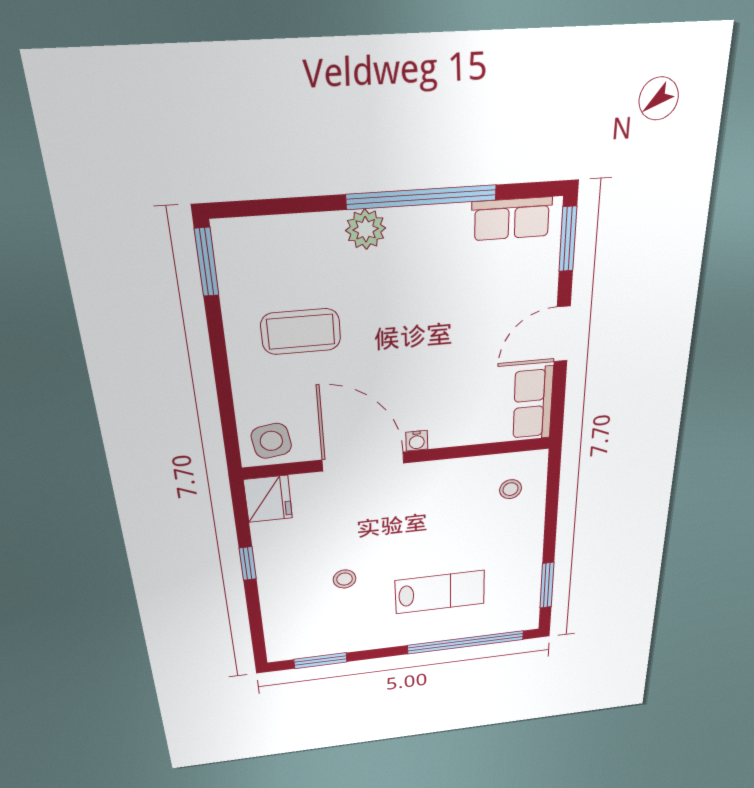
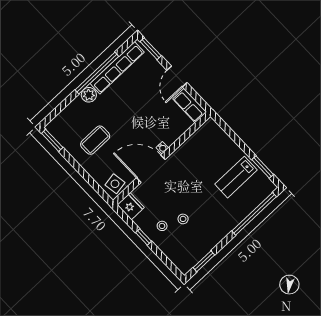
row of seats: (512, 219) -> (117, 68), width x2.02
stool: (511, 489) -> (162, 226), moved
lab bench: (440, 592) -> (236, 177), moved, turned 180

